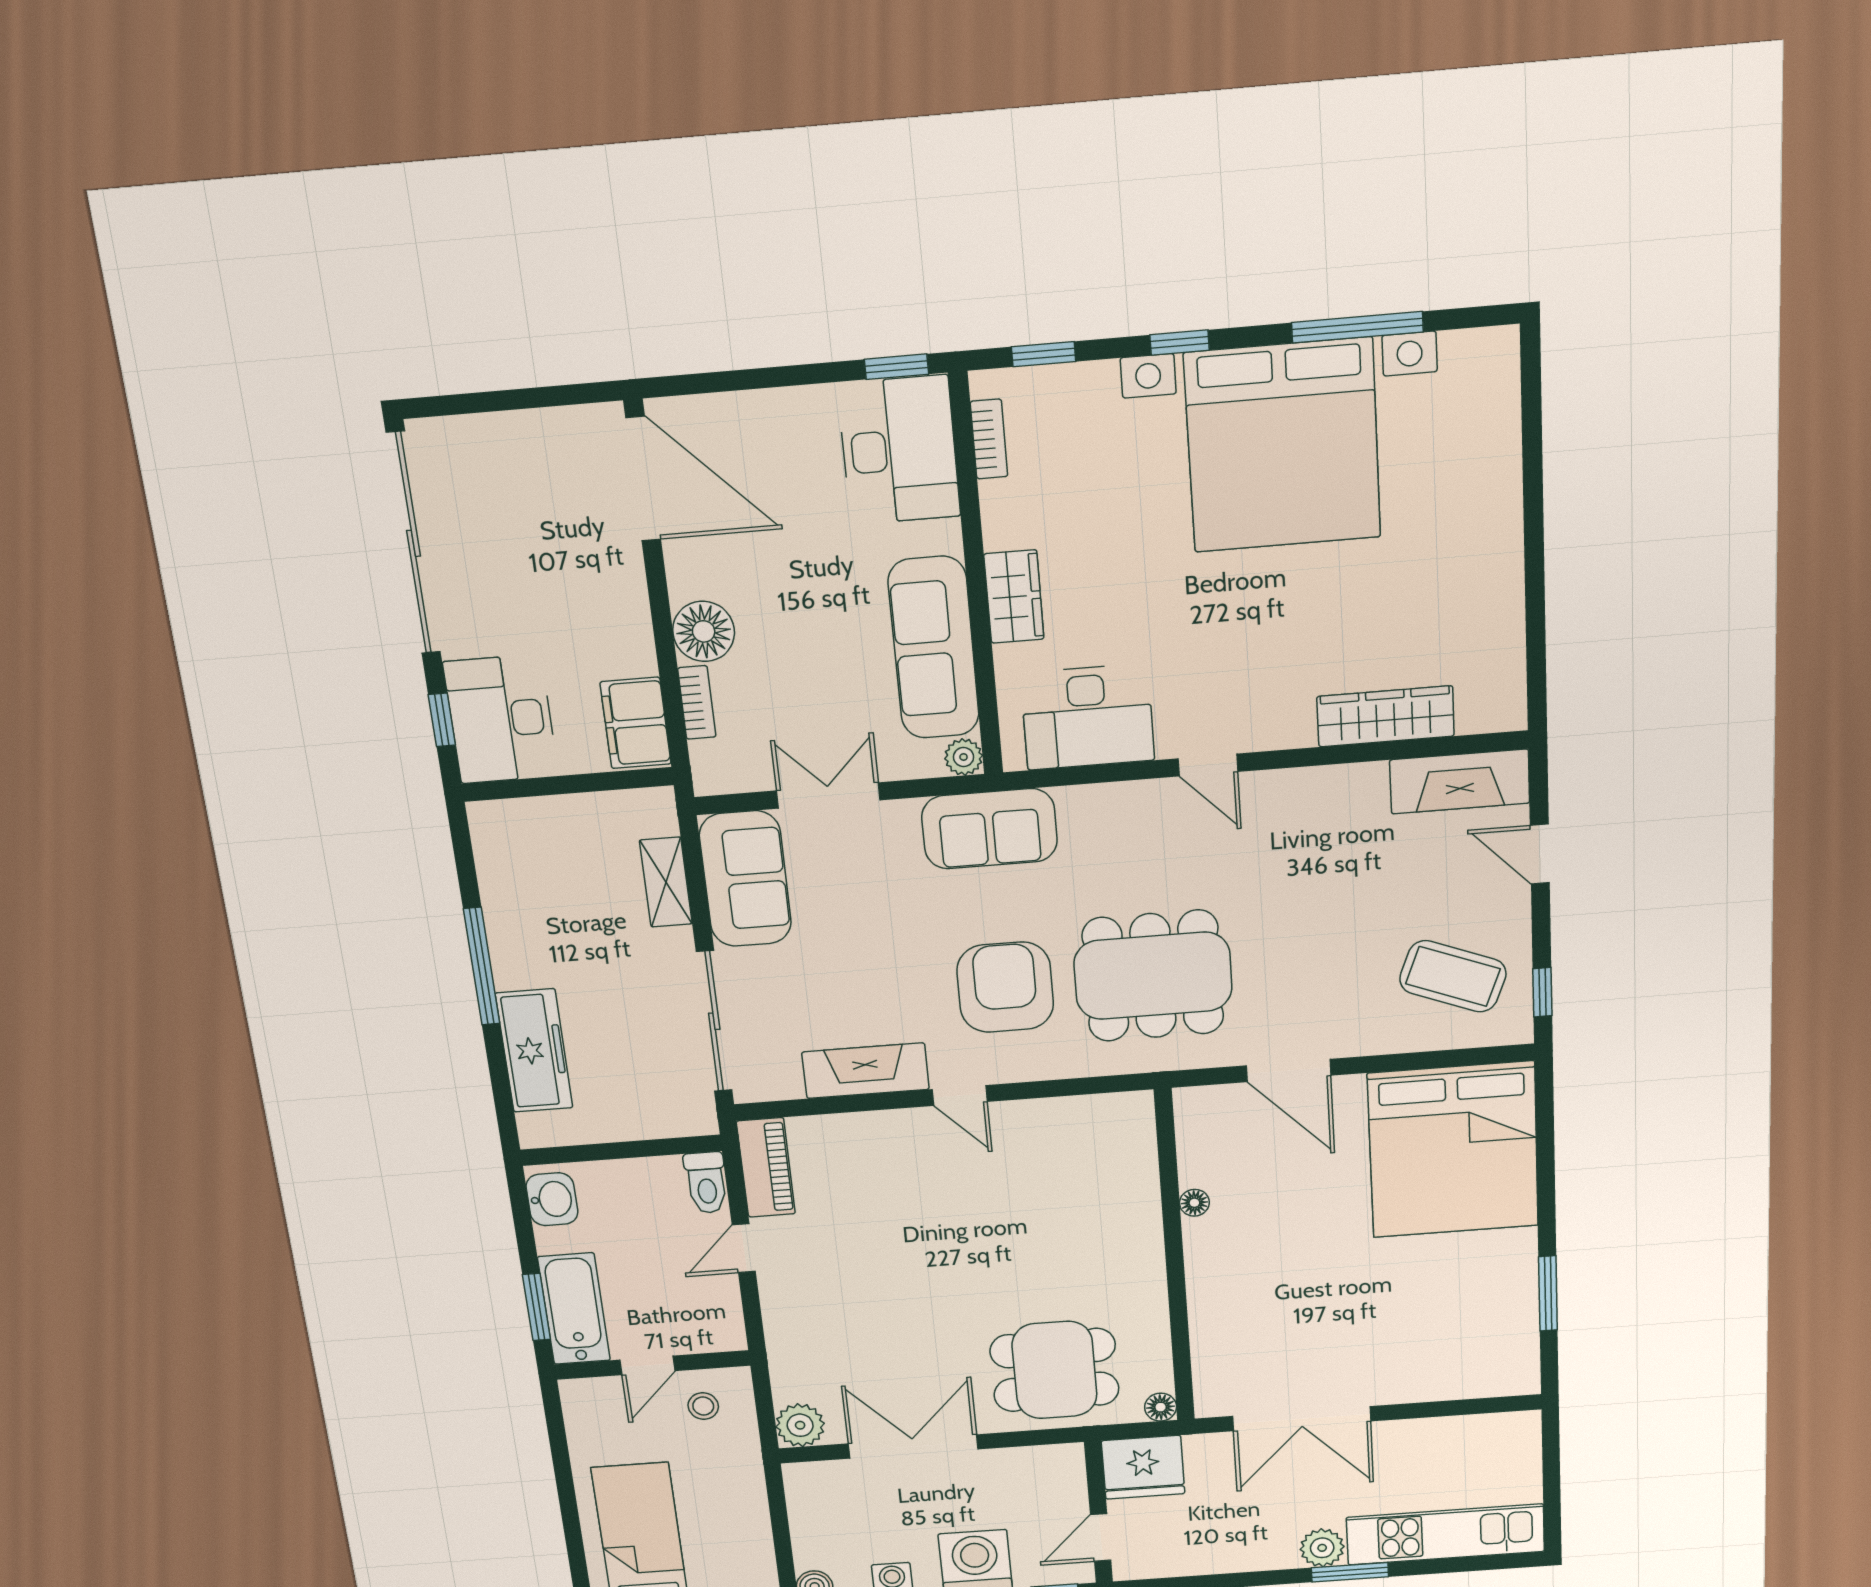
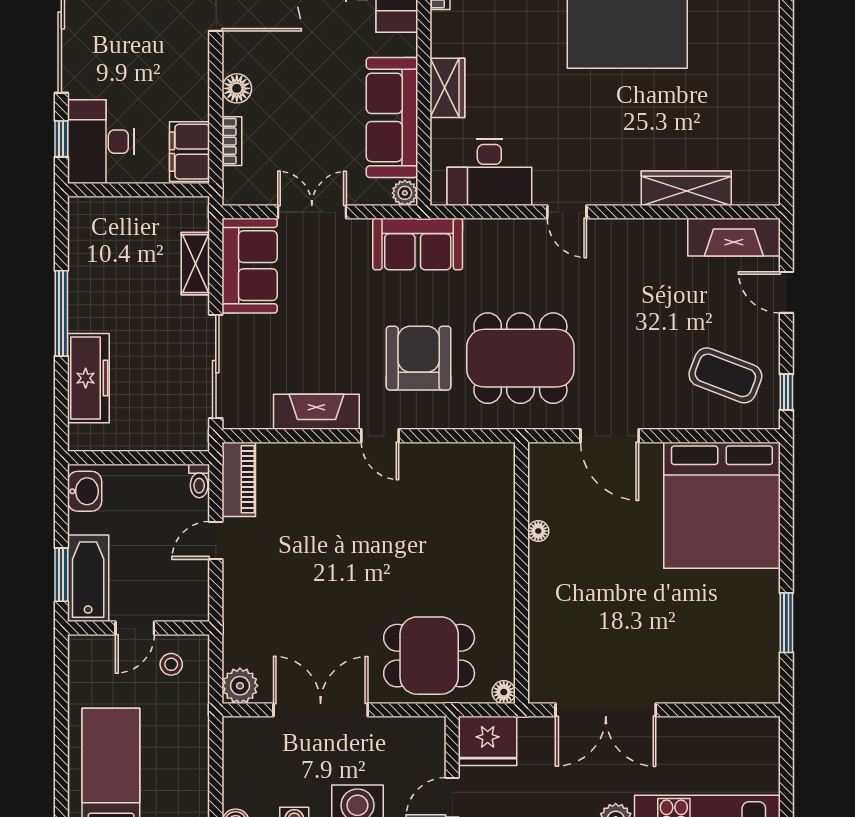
floor lamp: (704, 631) -> (237, 88), width x0.73, depth x0.73
toilet: (706, 1183) -> (199, 481), width x0.73, depth x0.72

